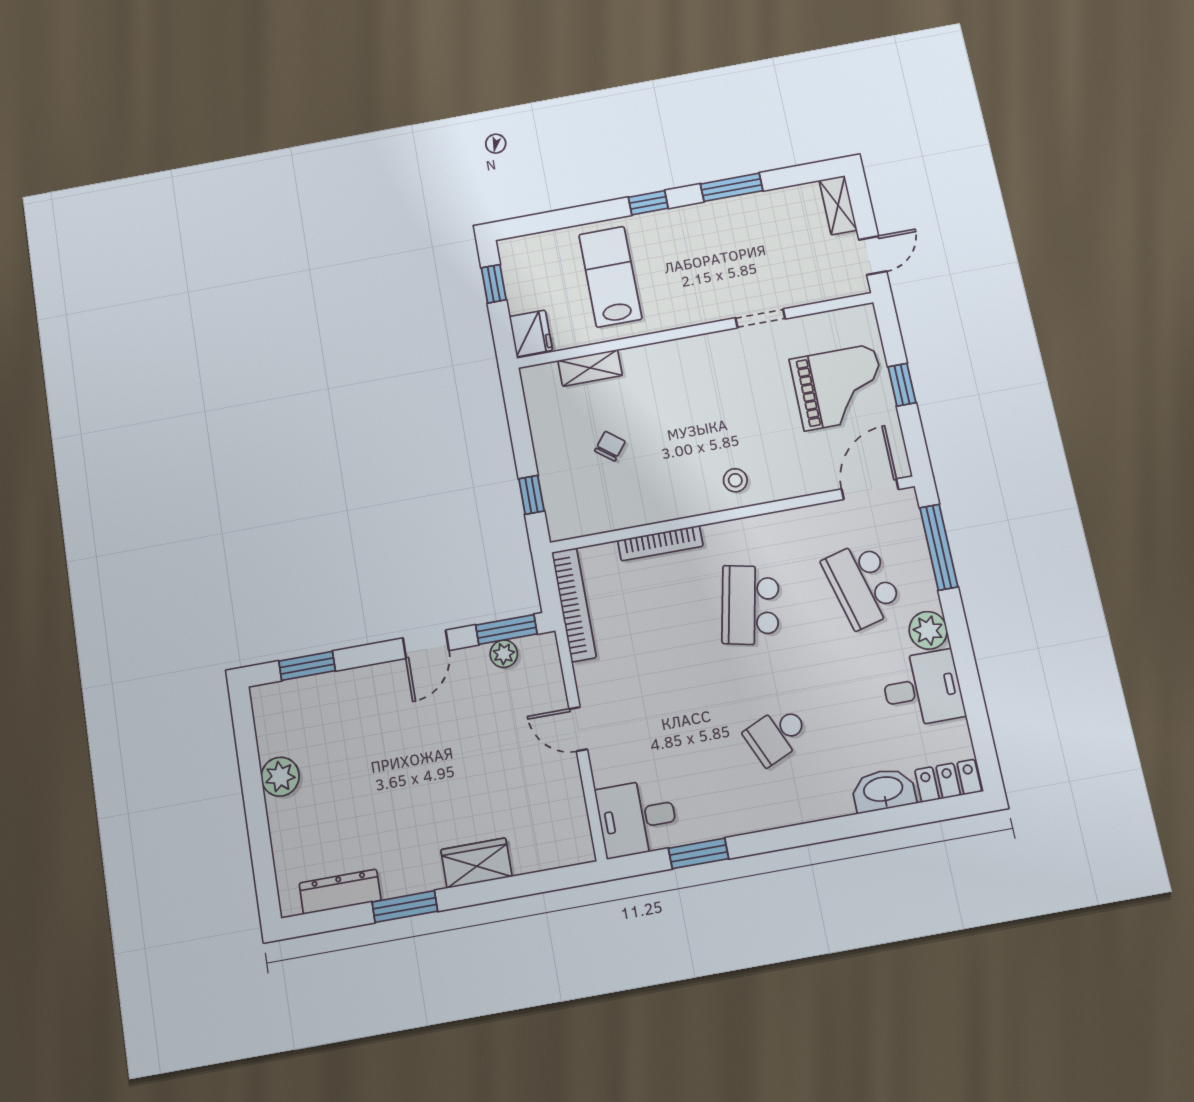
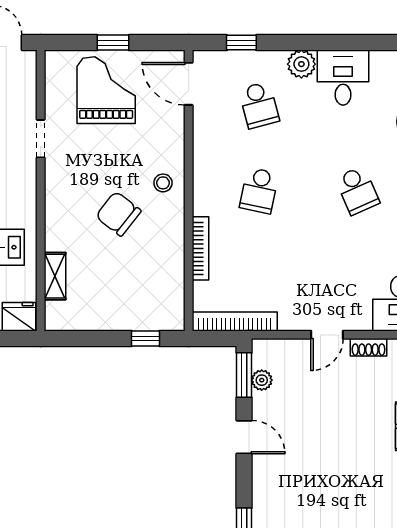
chair: (610, 446) -> (118, 214), moved, width x1.87, depth x1.87
window: (939, 547) -> (241, 43), width x0.46
school desk: (862, 585) -> (259, 105), width x0.54
school desk: (750, 605) -> (259, 191), width x0.54
shoe rack: (572, 788) -> (369, 347), added

